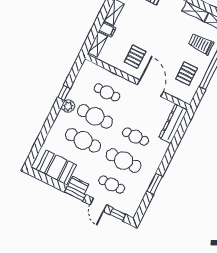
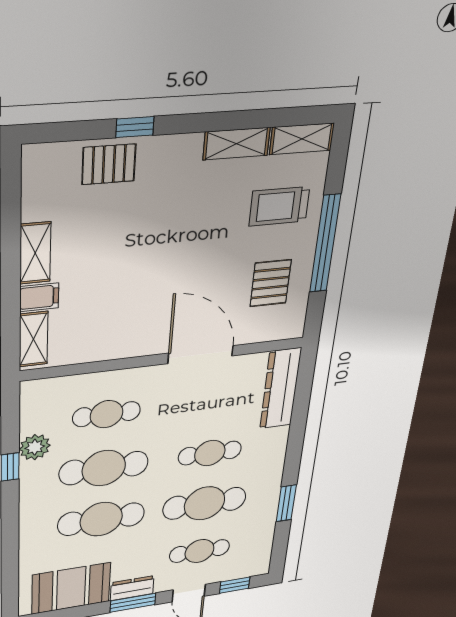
pallet: (135, 57) -> (136, 315), removed
plant: (68, 106) -> (35, 447), moved

